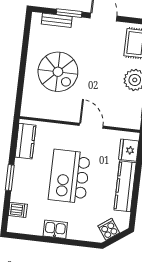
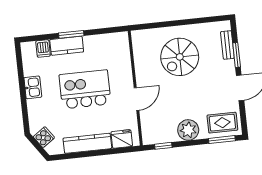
kitchen counter: (25, 141) -> (67, 46), moved

